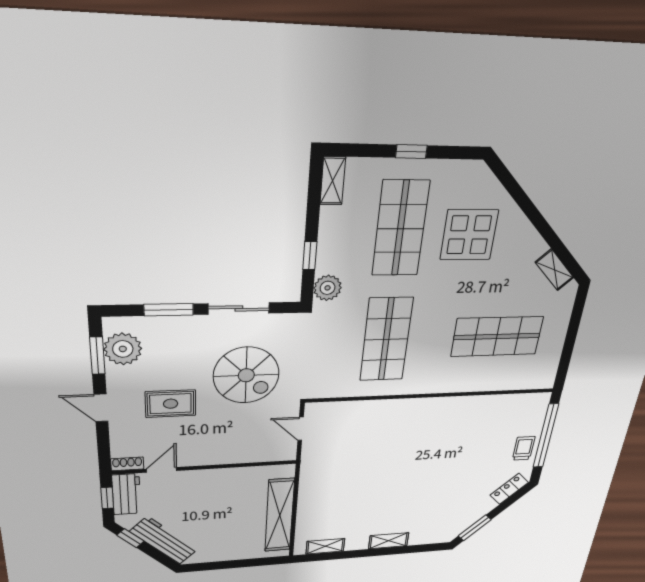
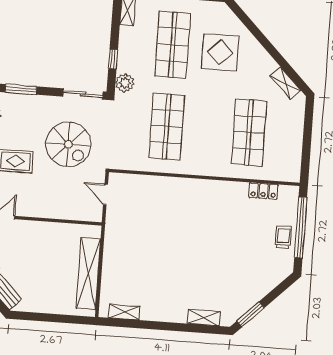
sliding door: (239, 309) -> (83, 94), moved
shop shelf: (497, 337) -> (249, 133), turned 90
locker: (509, 489) -> (263, 191), moved, turned -135
shelving: (389, 541) -> (204, 318), moved

